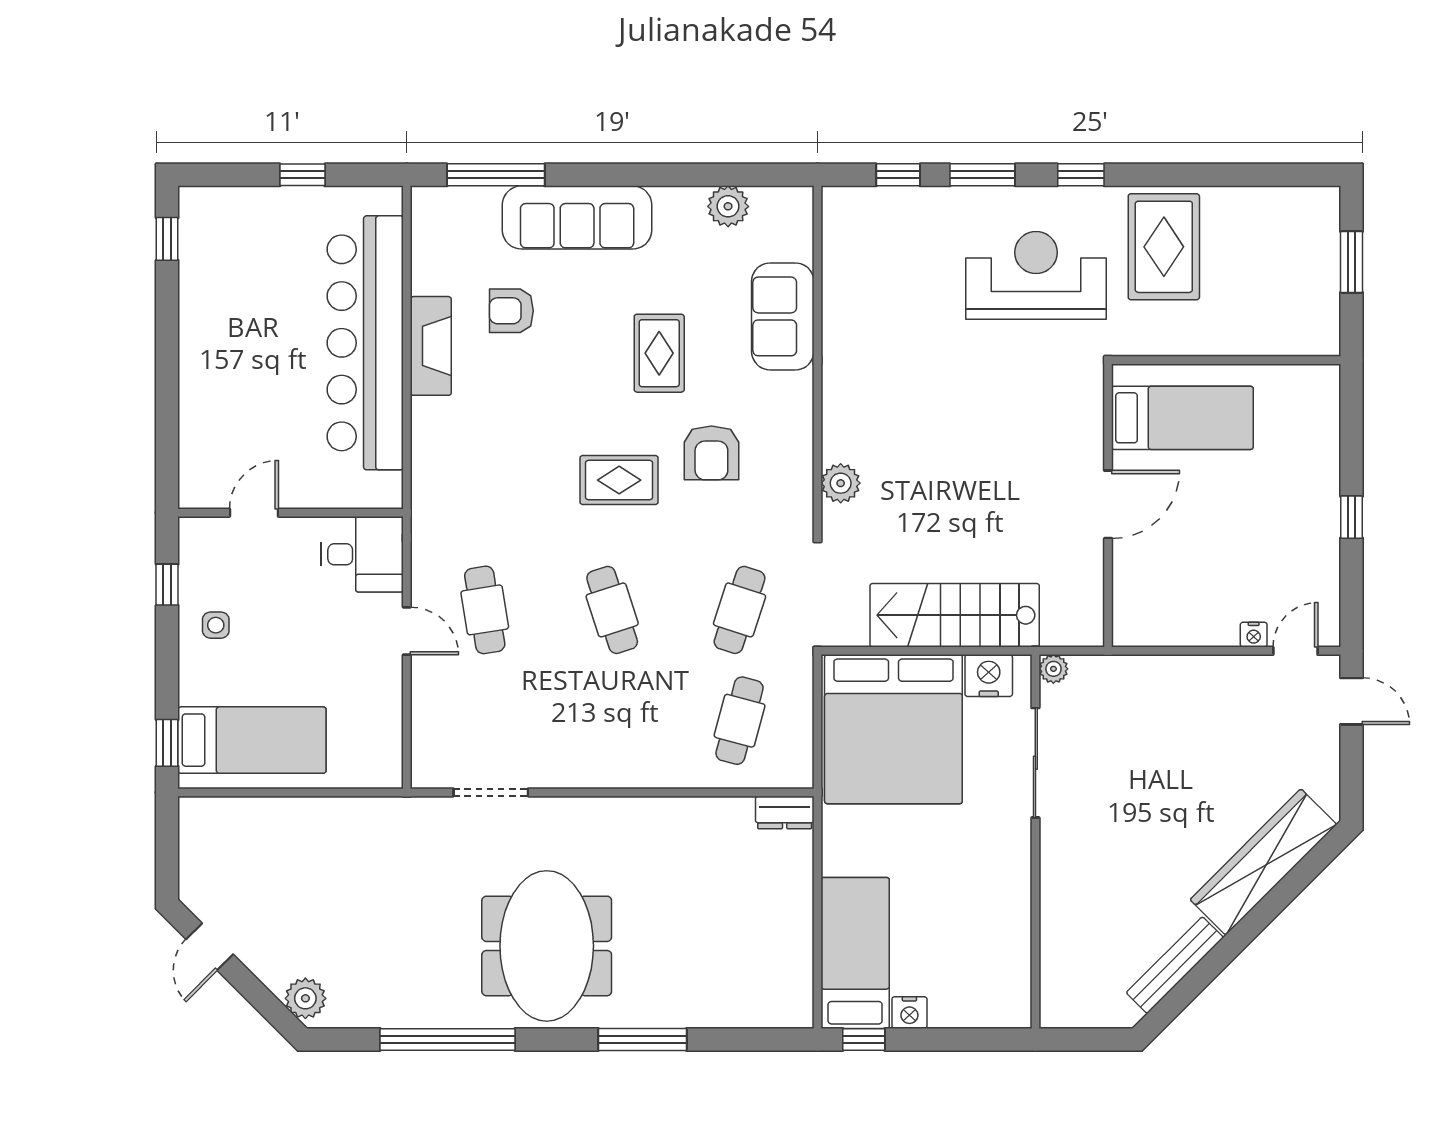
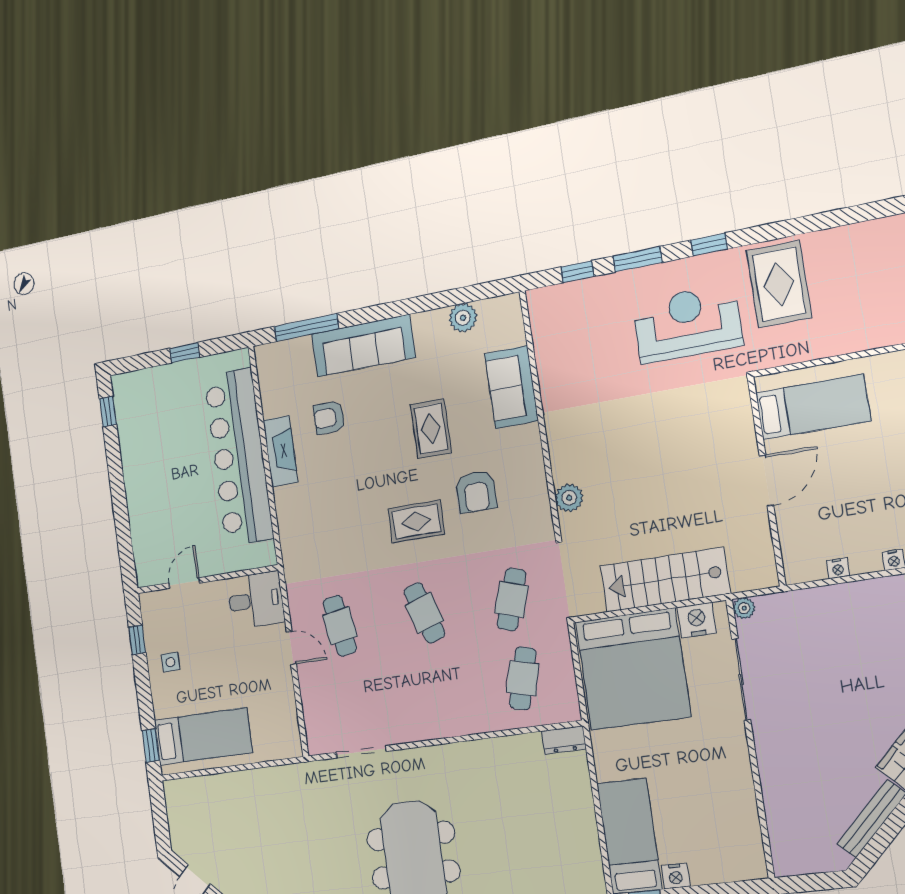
nightstand: (1182, 635) -> (838, 568), added

